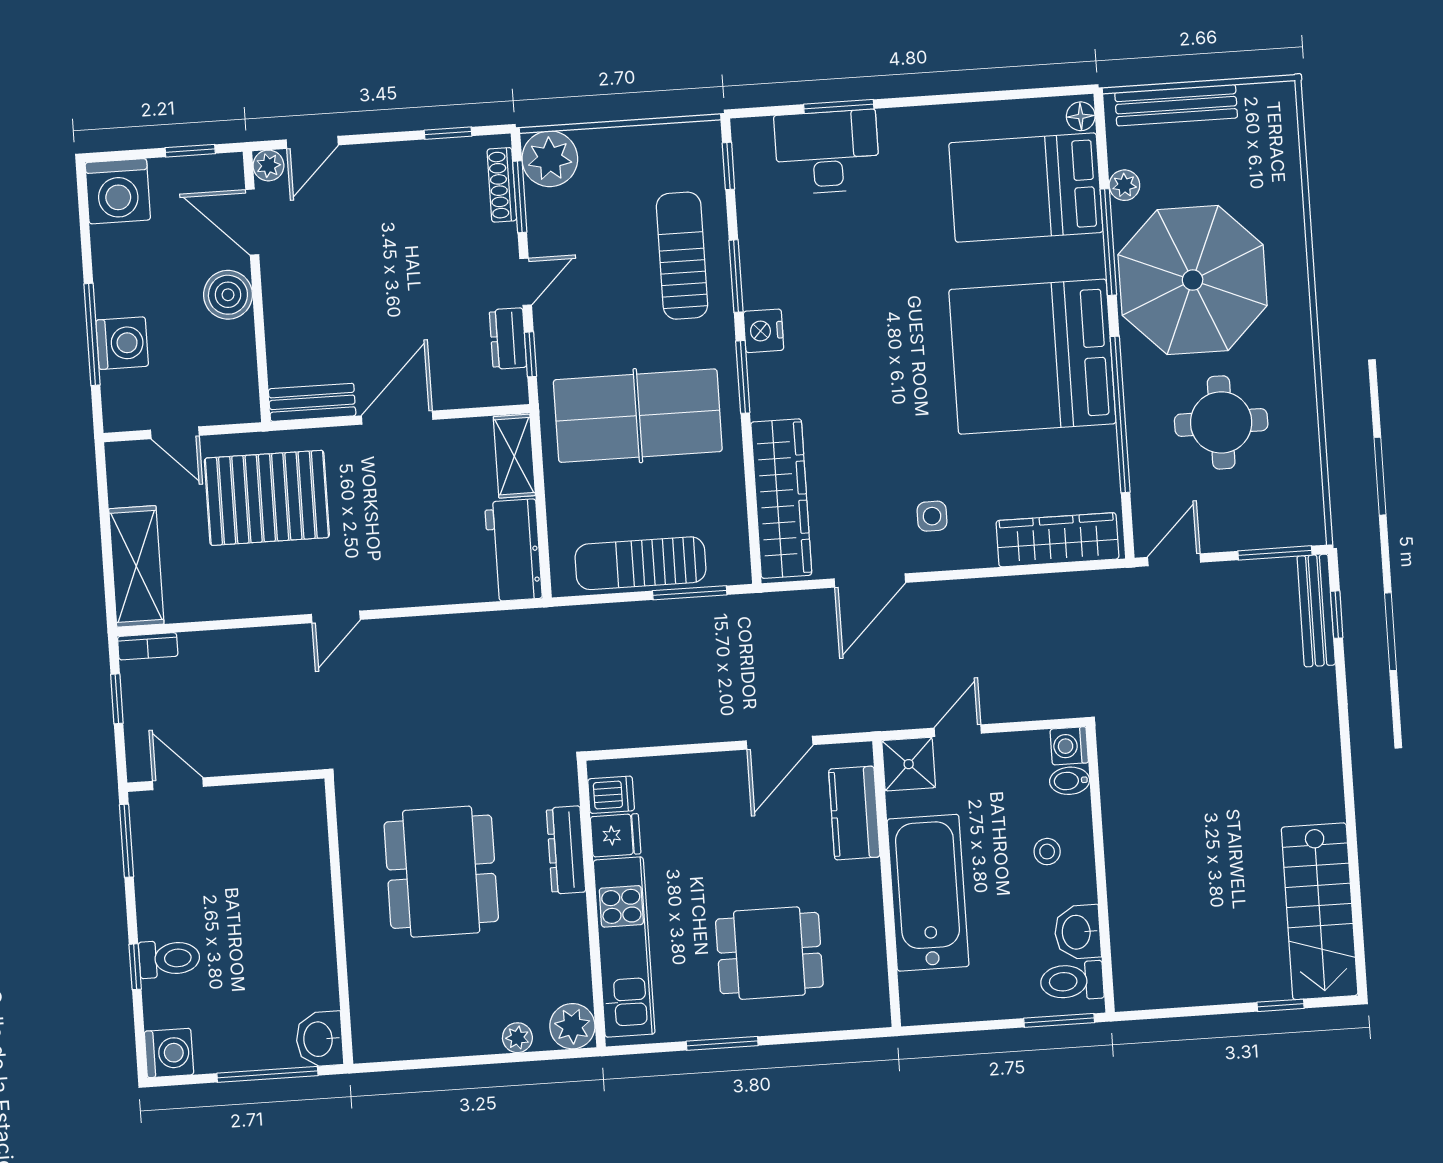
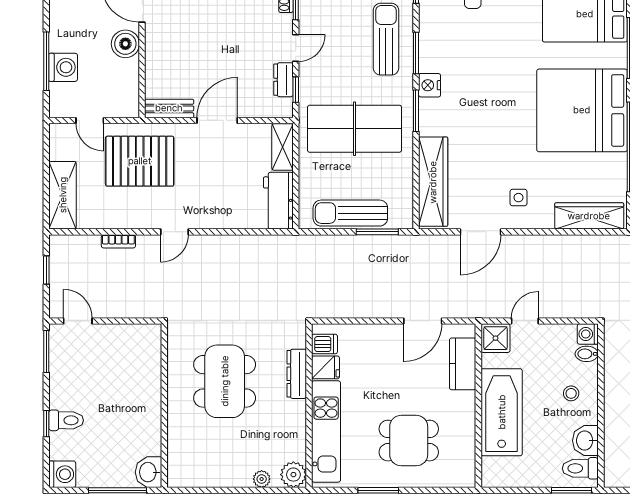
bookcase: (148, 646) -> (118, 241), moved

